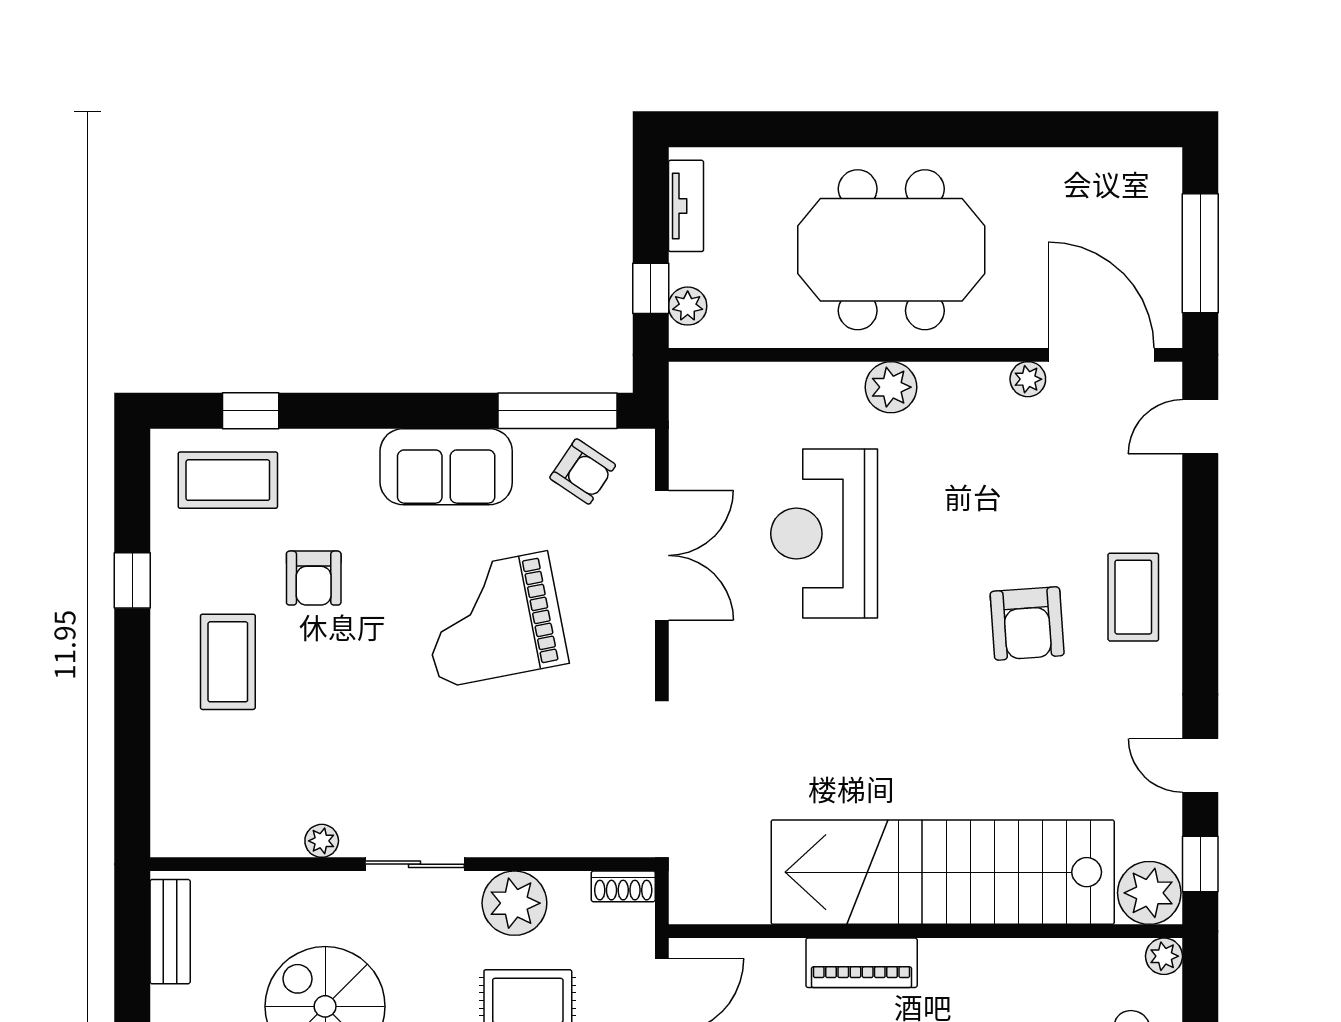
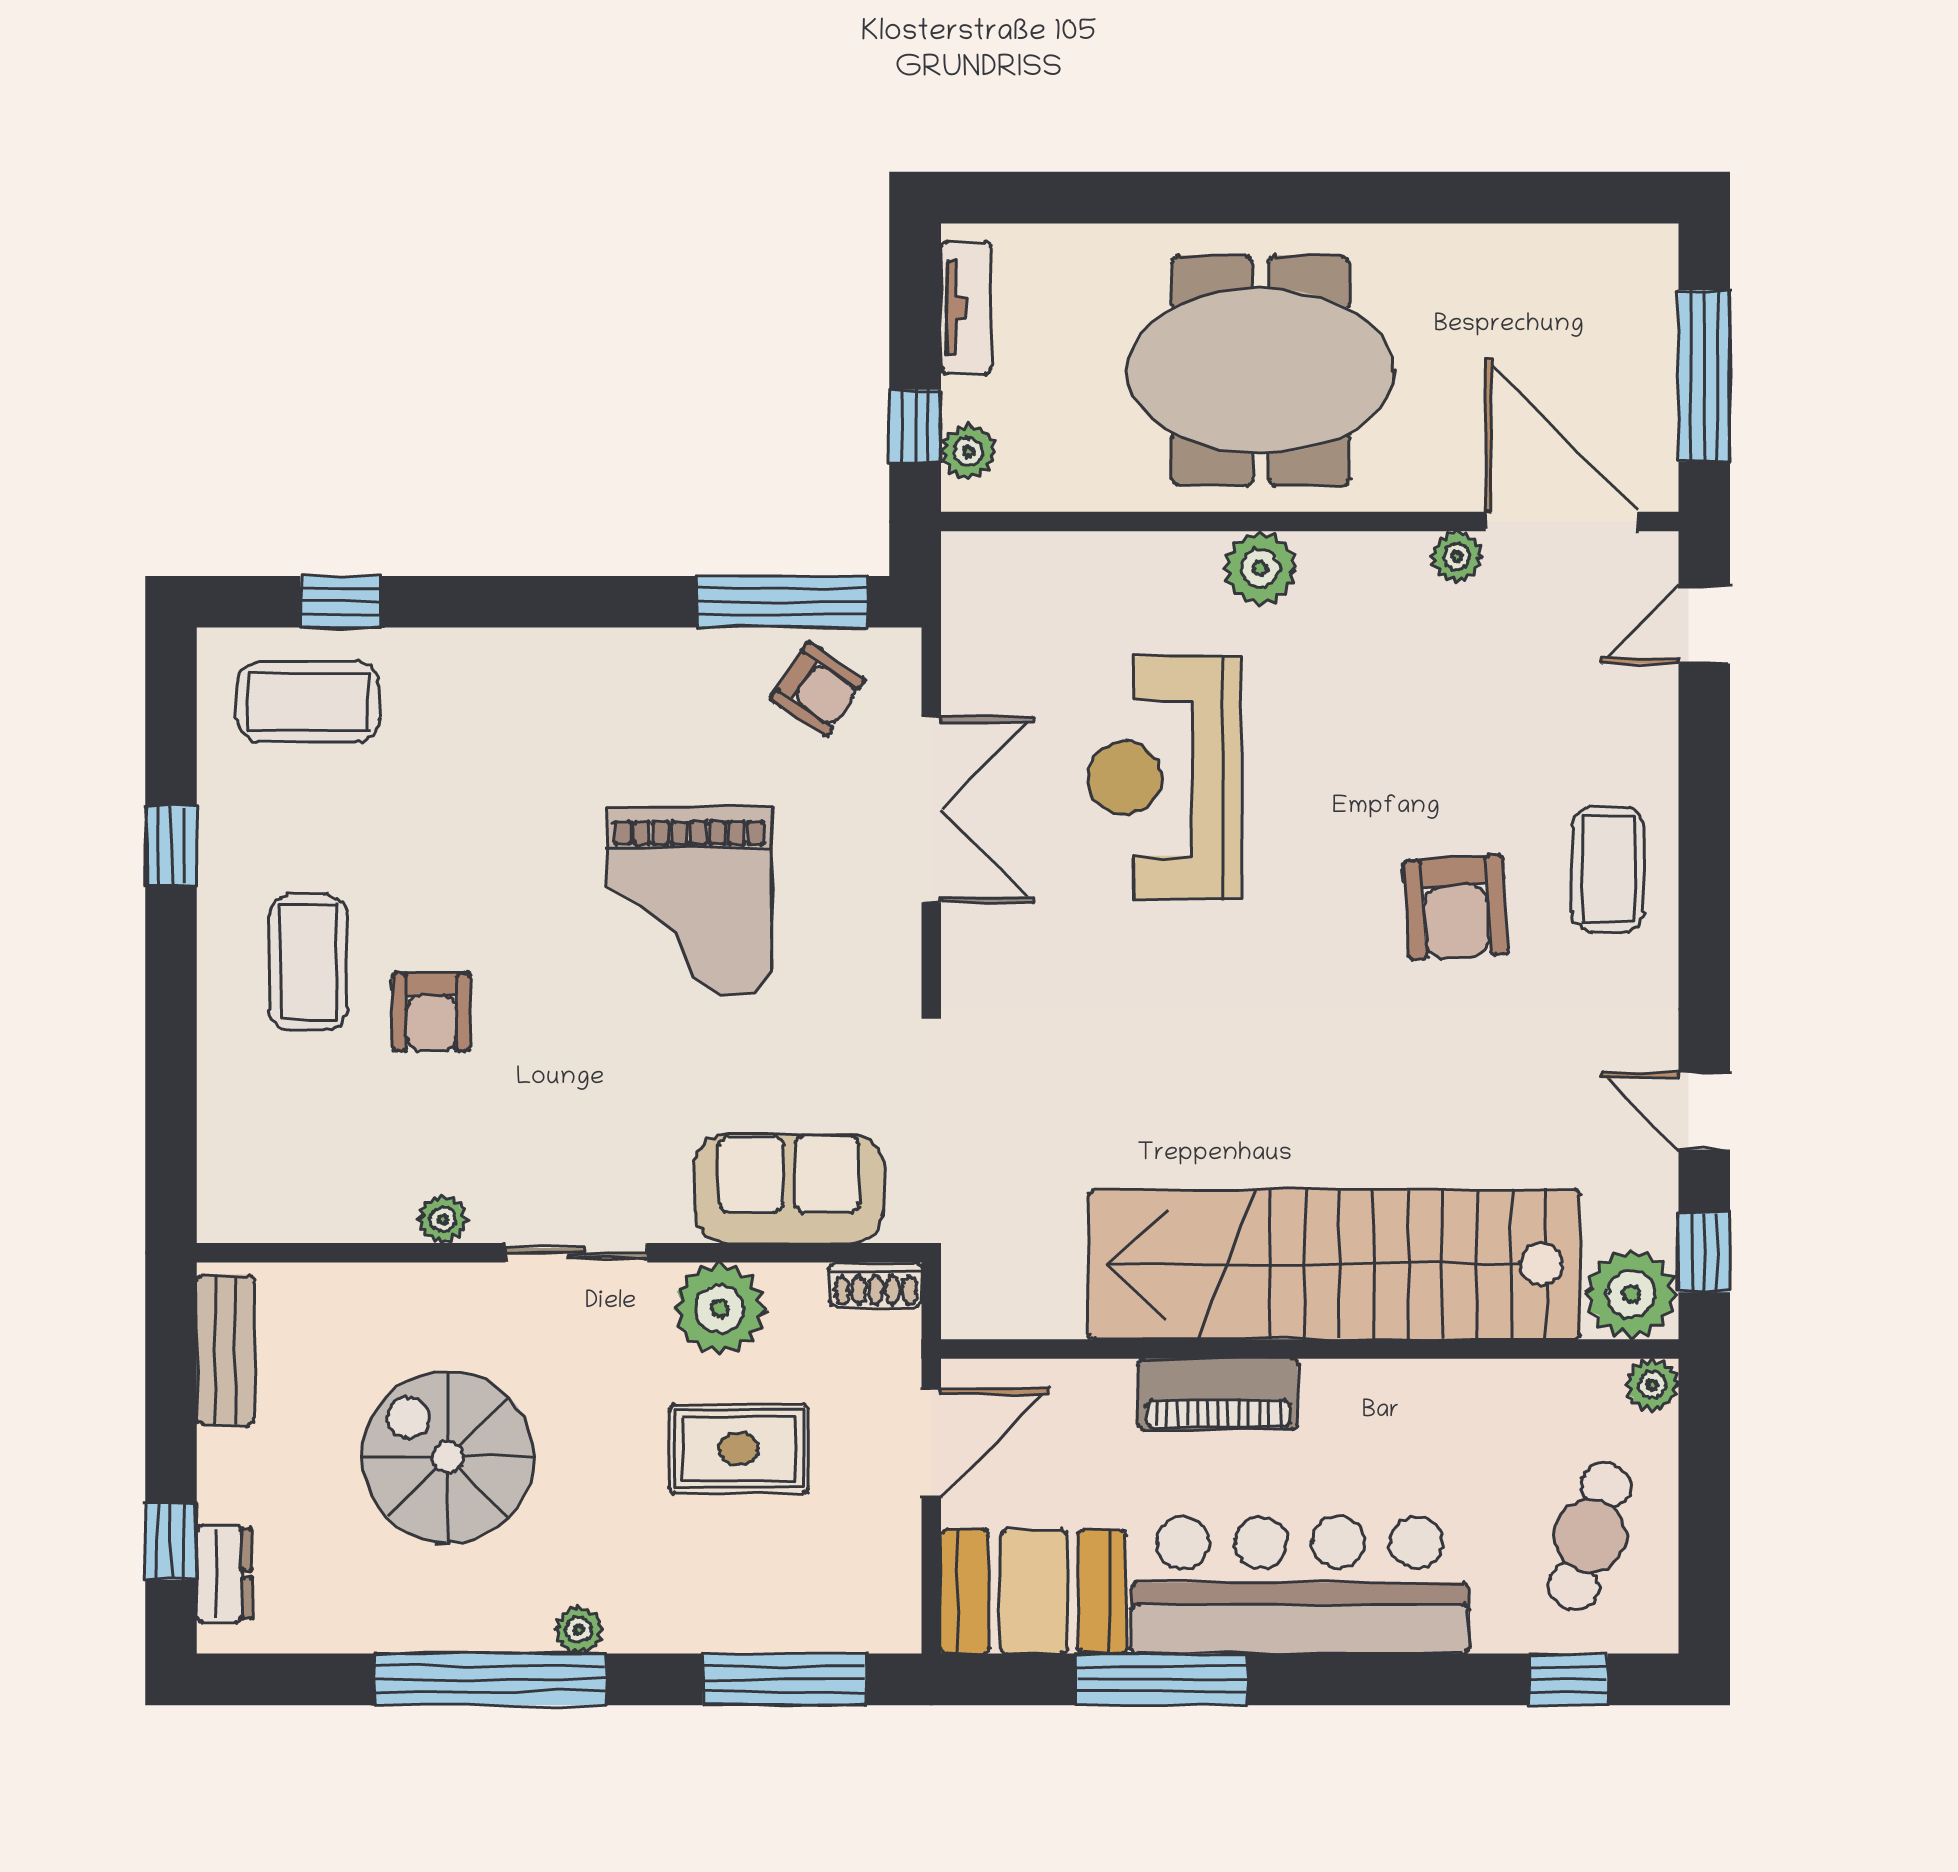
sofa: (446, 467) -> (789, 1188), moved, turned 180
armchair: (314, 578) -> (432, 1012), moved
grand piano: (493, 620) -> (689, 902), turned -79

